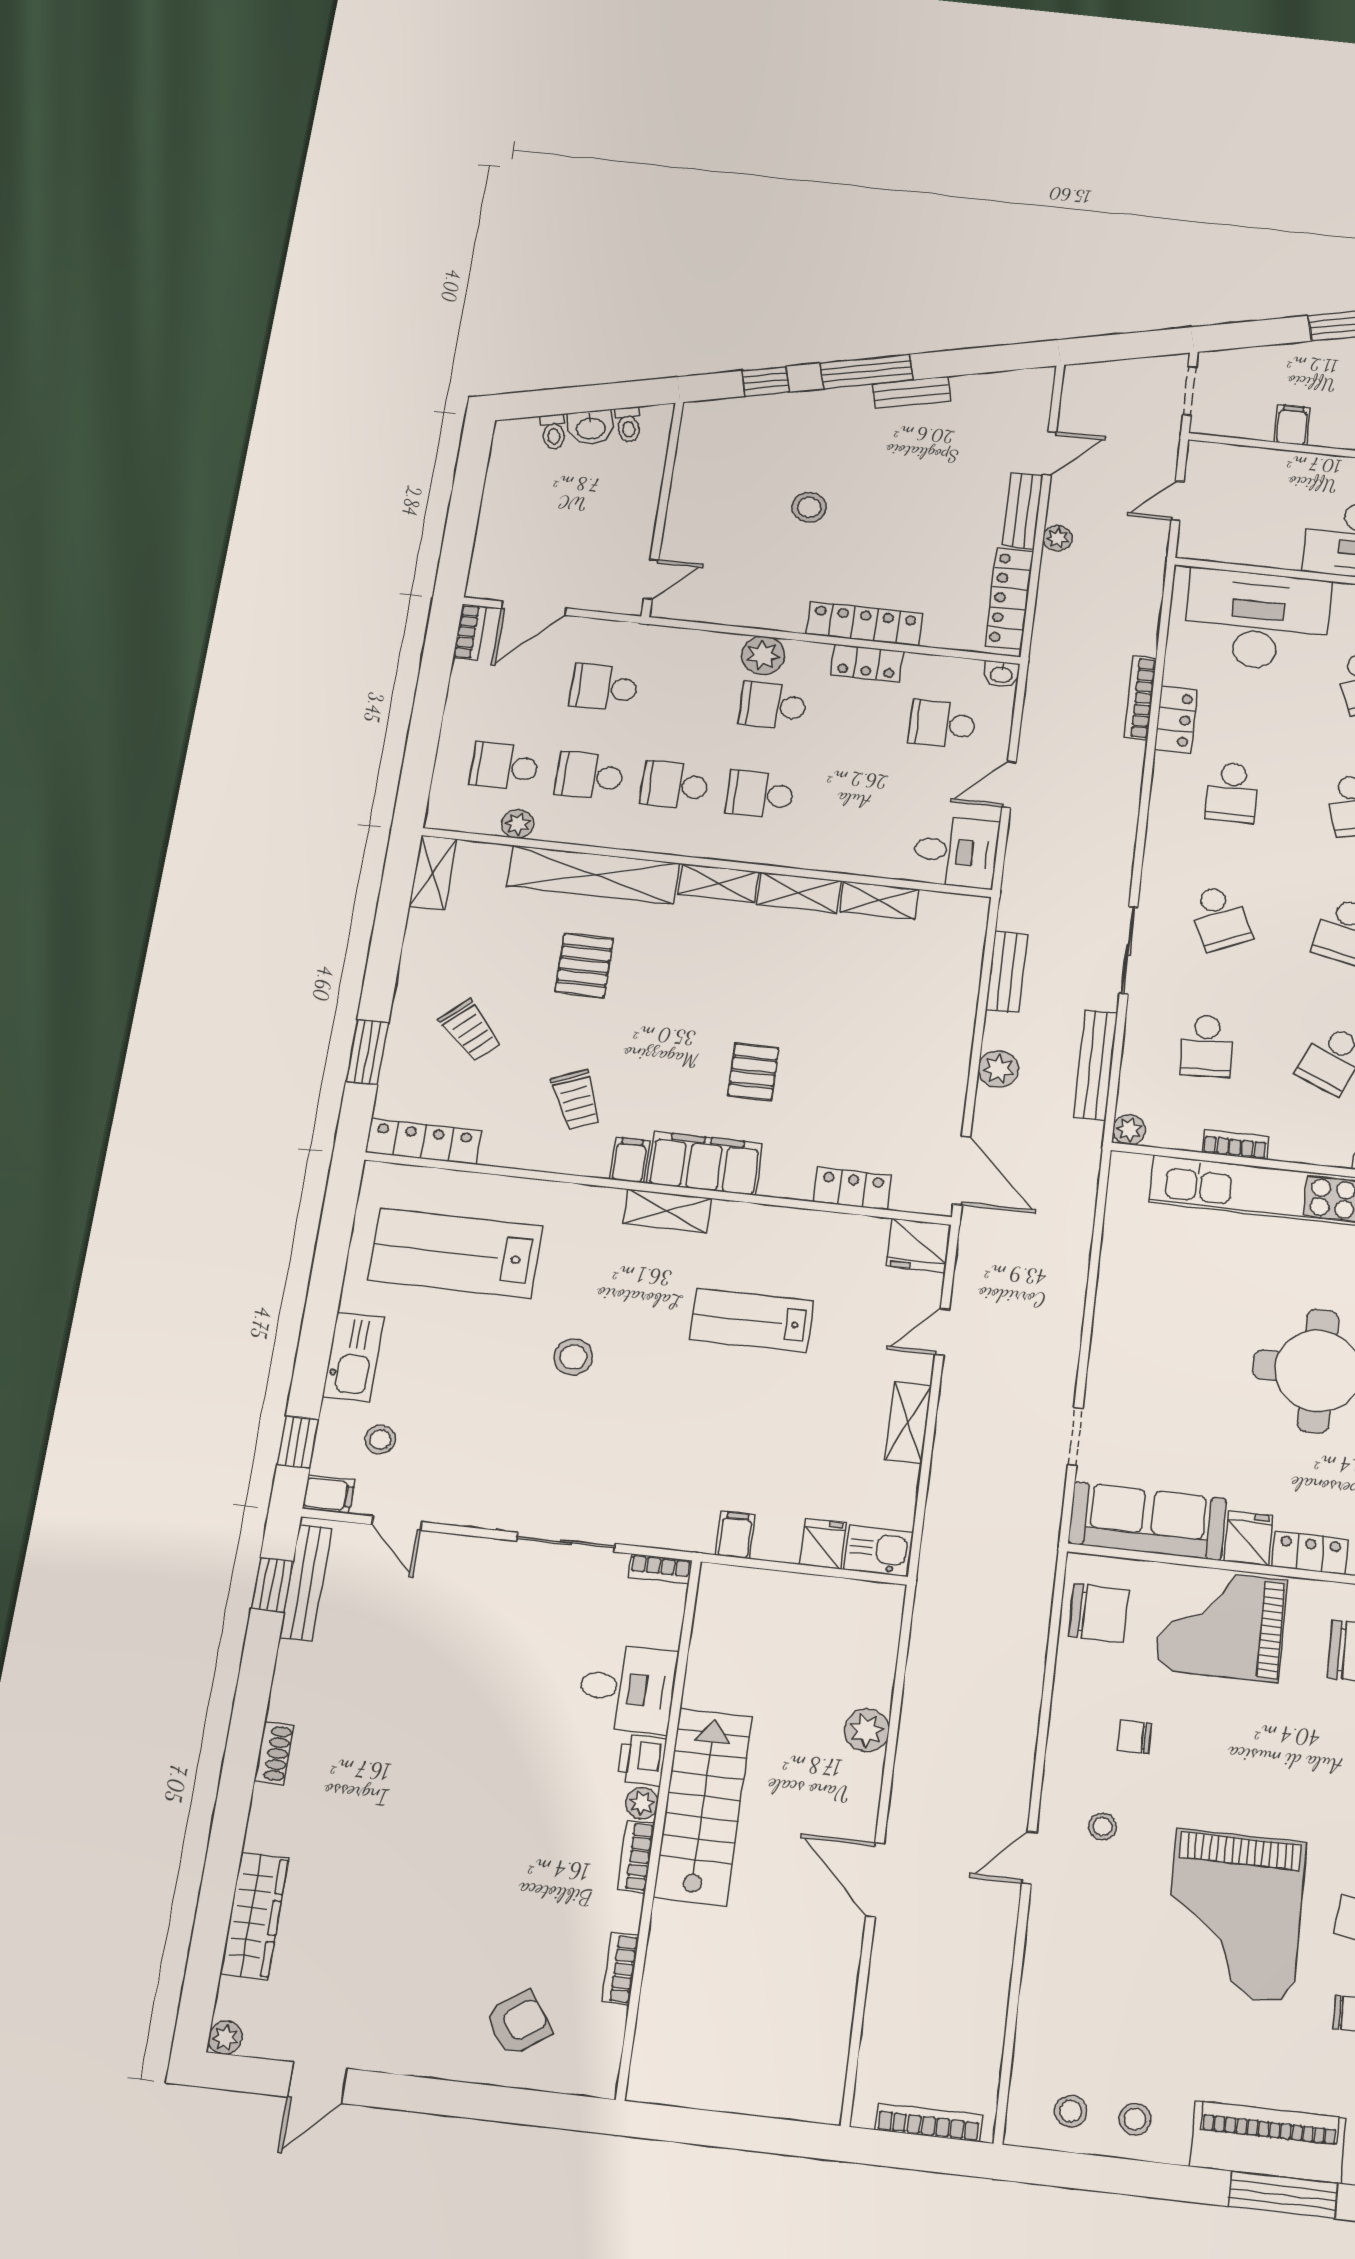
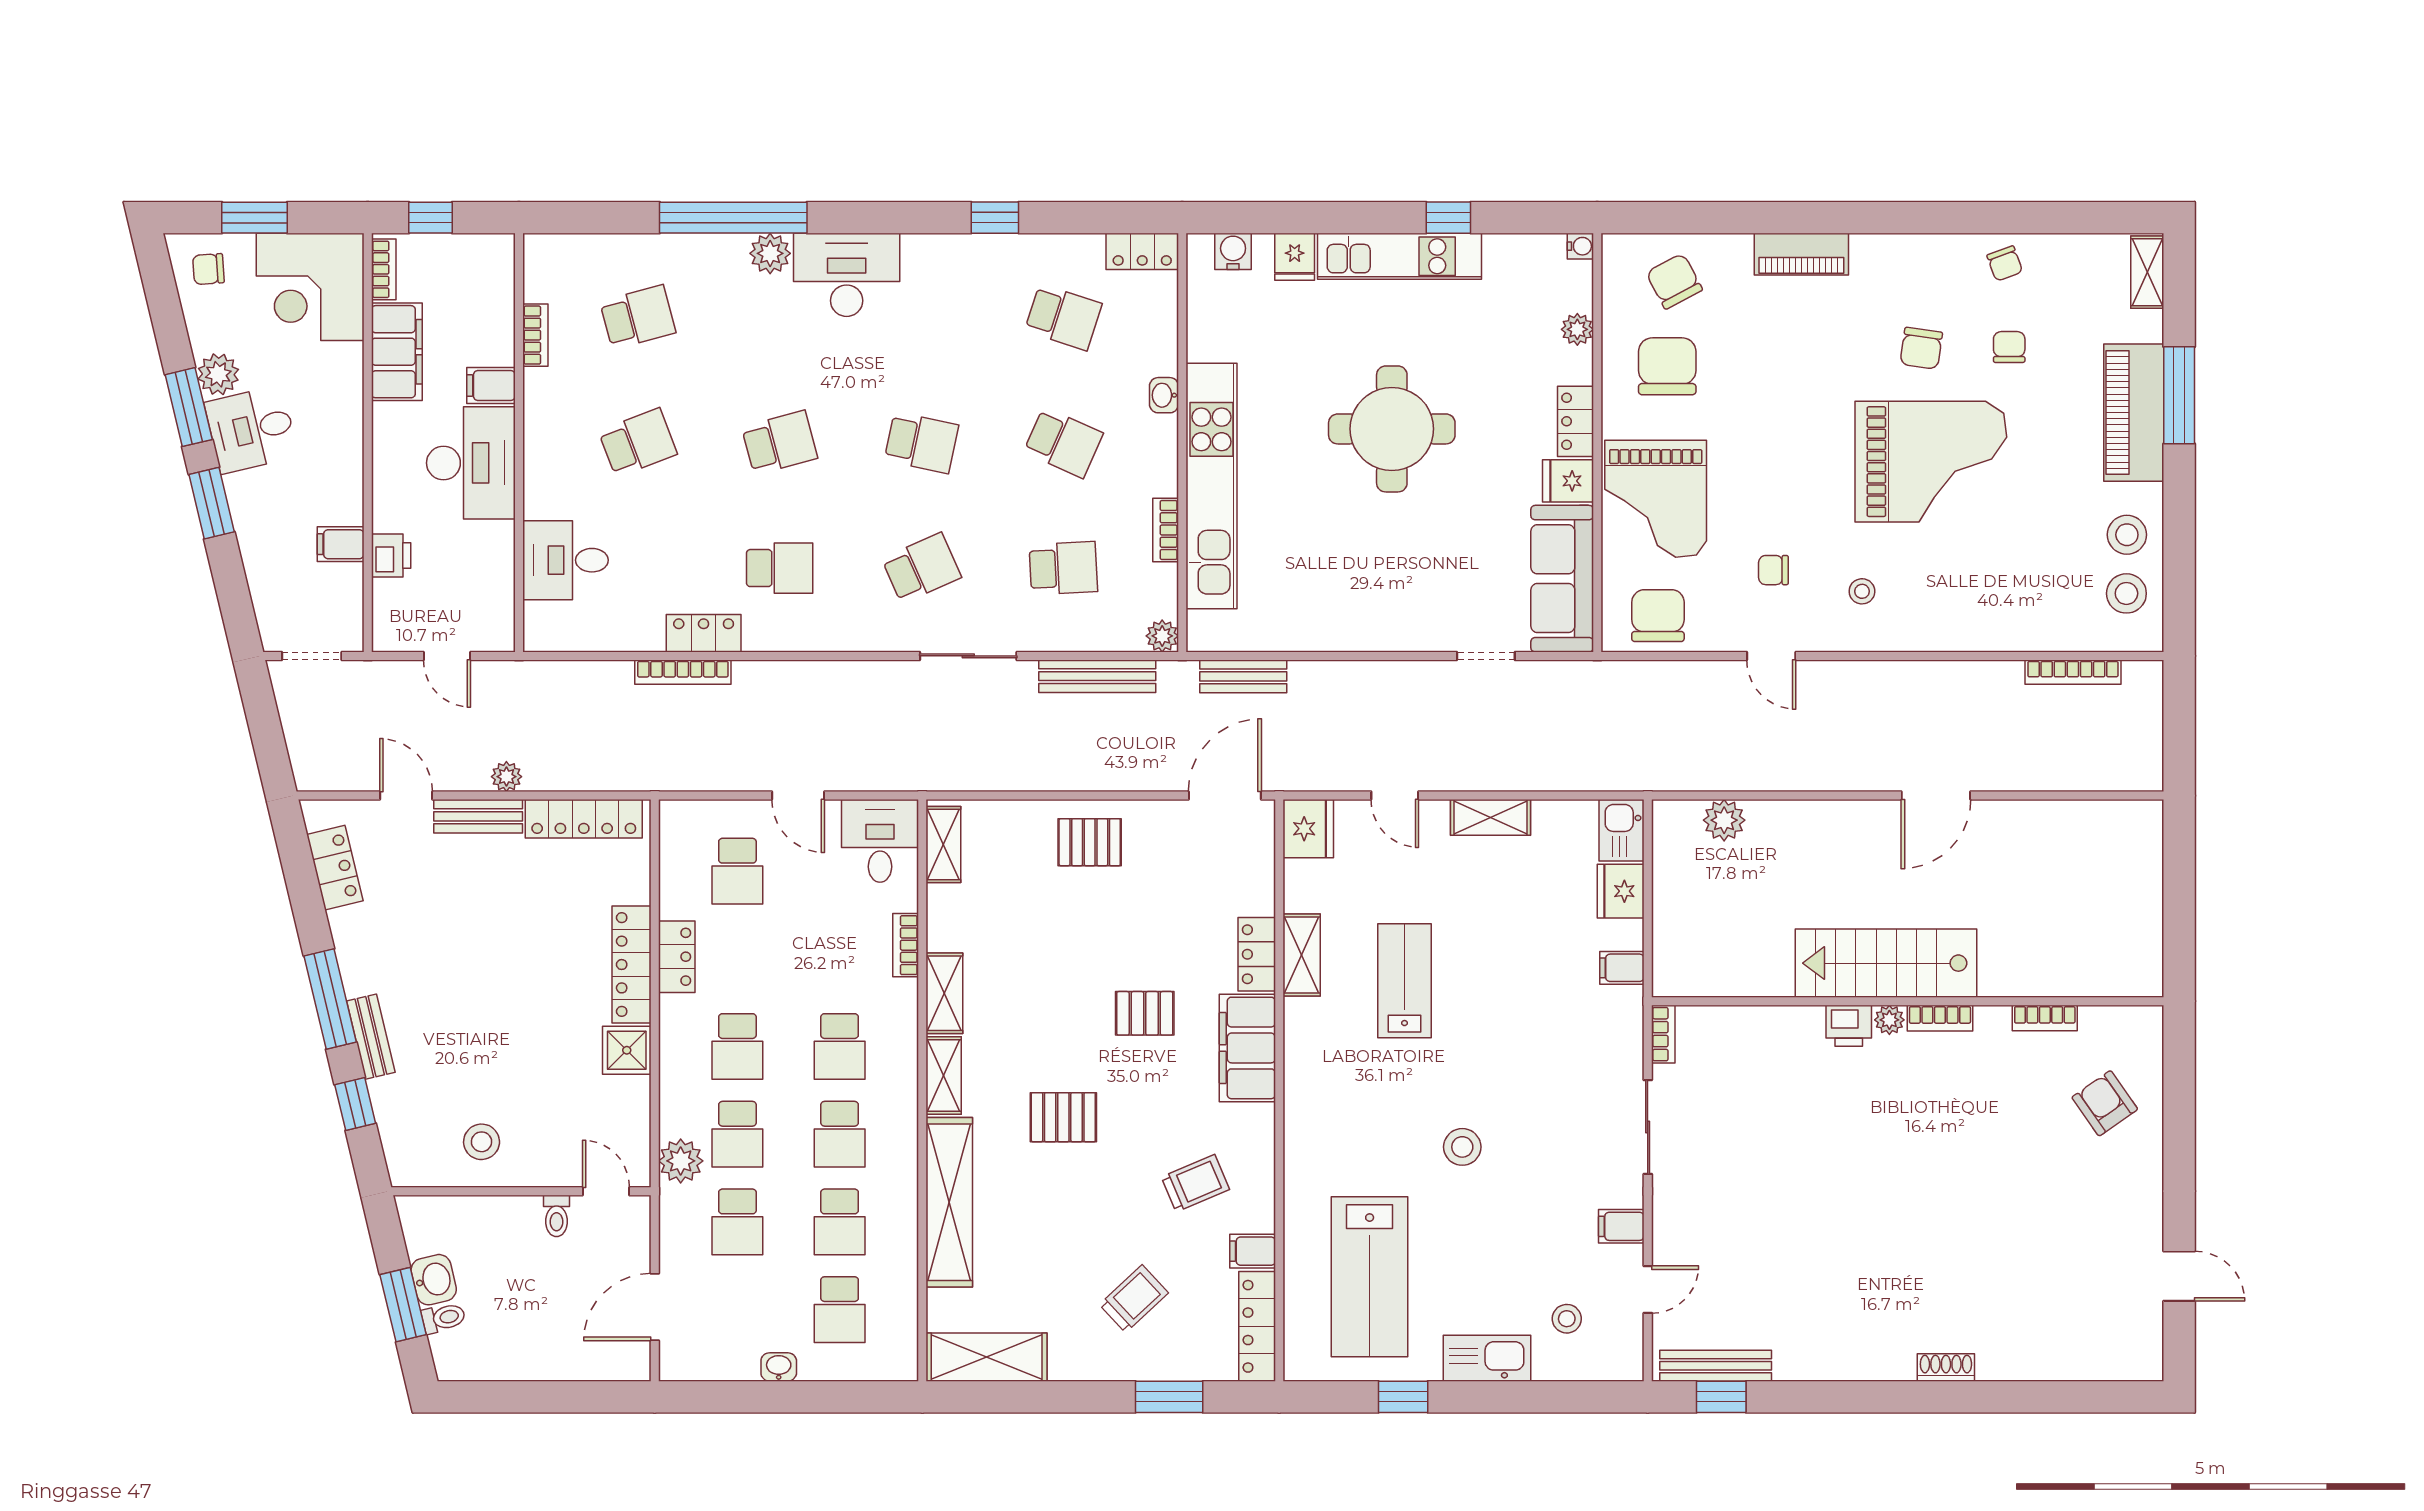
locker: (989, 388) -> (335, 868), added
bench: (911, 392) -> (371, 1037), moved
window: (572, 400) -> (403, 1305), added
toilet: (628, 425) -> (557, 1216), moved, turned 103
printer: (1277, 465) -> (391, 556), added
stool: (809, 507) -> (482, 1142), moved
door: (534, 608) -> (655, 1307), swing flipped
shower: (783, 611) -> (627, 1050), added
desk: (1257, 620) -> (565, 560), width x0.53, depth x0.77
bookcase: (470, 632) -> (906, 945), moved, turned -90
plant: (763, 655) -> (681, 1161), moved
washbasin: (1001, 674) -> (779, 1367), moved, turned -90
school desk: (688, 697) -> (737, 1134), added
plant: (518, 824) -> (902, 1286), removed
shelving: (433, 873) -> (987, 1357), width x1.50, depth x1.33
shelving: (879, 900) -> (943, 844), moved
pallet: (584, 965) -> (1063, 1117), moved
bench: (1007, 972) -> (1243, 676), moved
pallet: (931, 1040) -> (1090, 842), added
plant: (998, 1069) -> (1113, 772), removed
filing cabinet: (630, 1160) -> (1253, 1251), moved
locker: (852, 1189) -> (1257, 954), moved
shelving: (667, 1211) -> (1302, 955), moved
lab bench: (752, 1320) -> (1405, 981), turned 180
window: (298, 1442) -> (1403, 1397), moved
filing cabinet: (329, 1494) -> (1621, 1226), moved, turned -90
fridge: (823, 1544) -> (1621, 891), width x1.38
desk: (627, 1688) -> (1782, 1049), removed
plant: (867, 1730) -> (1724, 820), moved
chair: (1135, 1737) -> (1773, 570), turned 90
shoe rack: (274, 1753) -> (1946, 1367), moved
door: (1029, 1858) -> (1771, 656), moved
wardrobe: (254, 1916) -> (2035, 1359), removed
plant: (225, 2038) -> (2148, 1366), removed
stool: (1071, 2111) -> (2126, 593), width x1.37, depth x1.37
stool: (1135, 2119) -> (2127, 535), width x1.37, depth x1.37
bookcase: (929, 2123) -> (2073, 672), moved, turned -90

